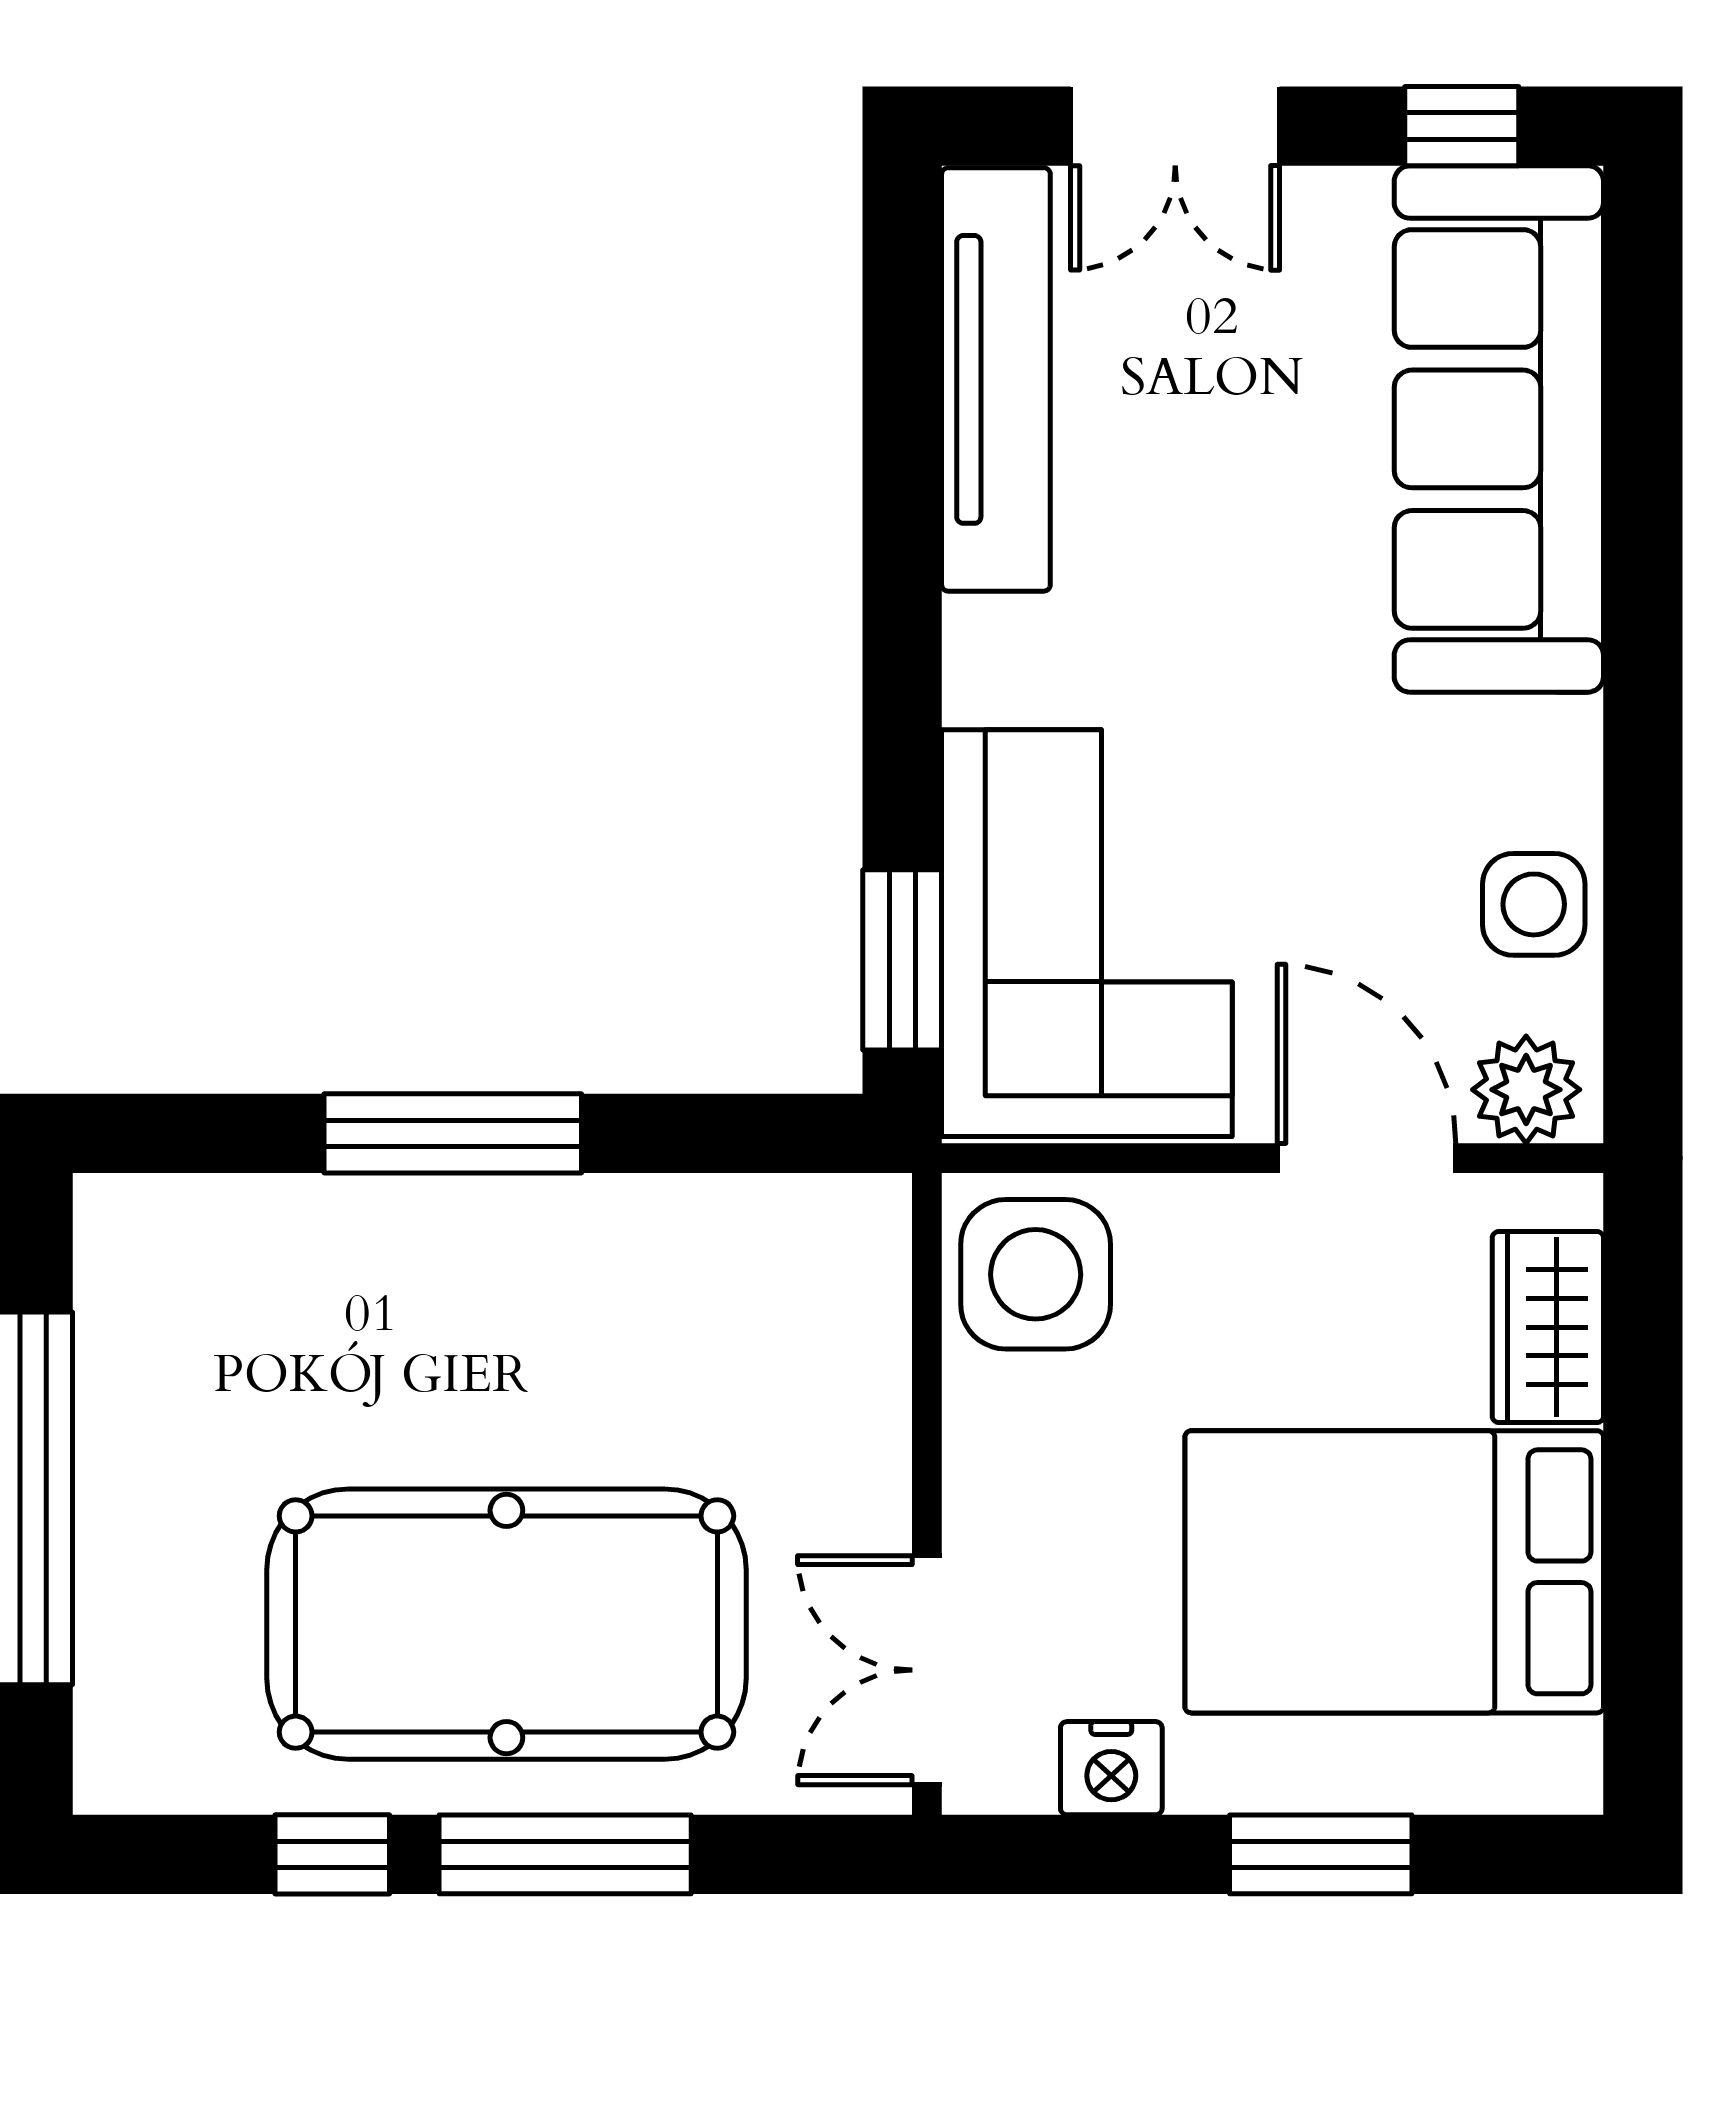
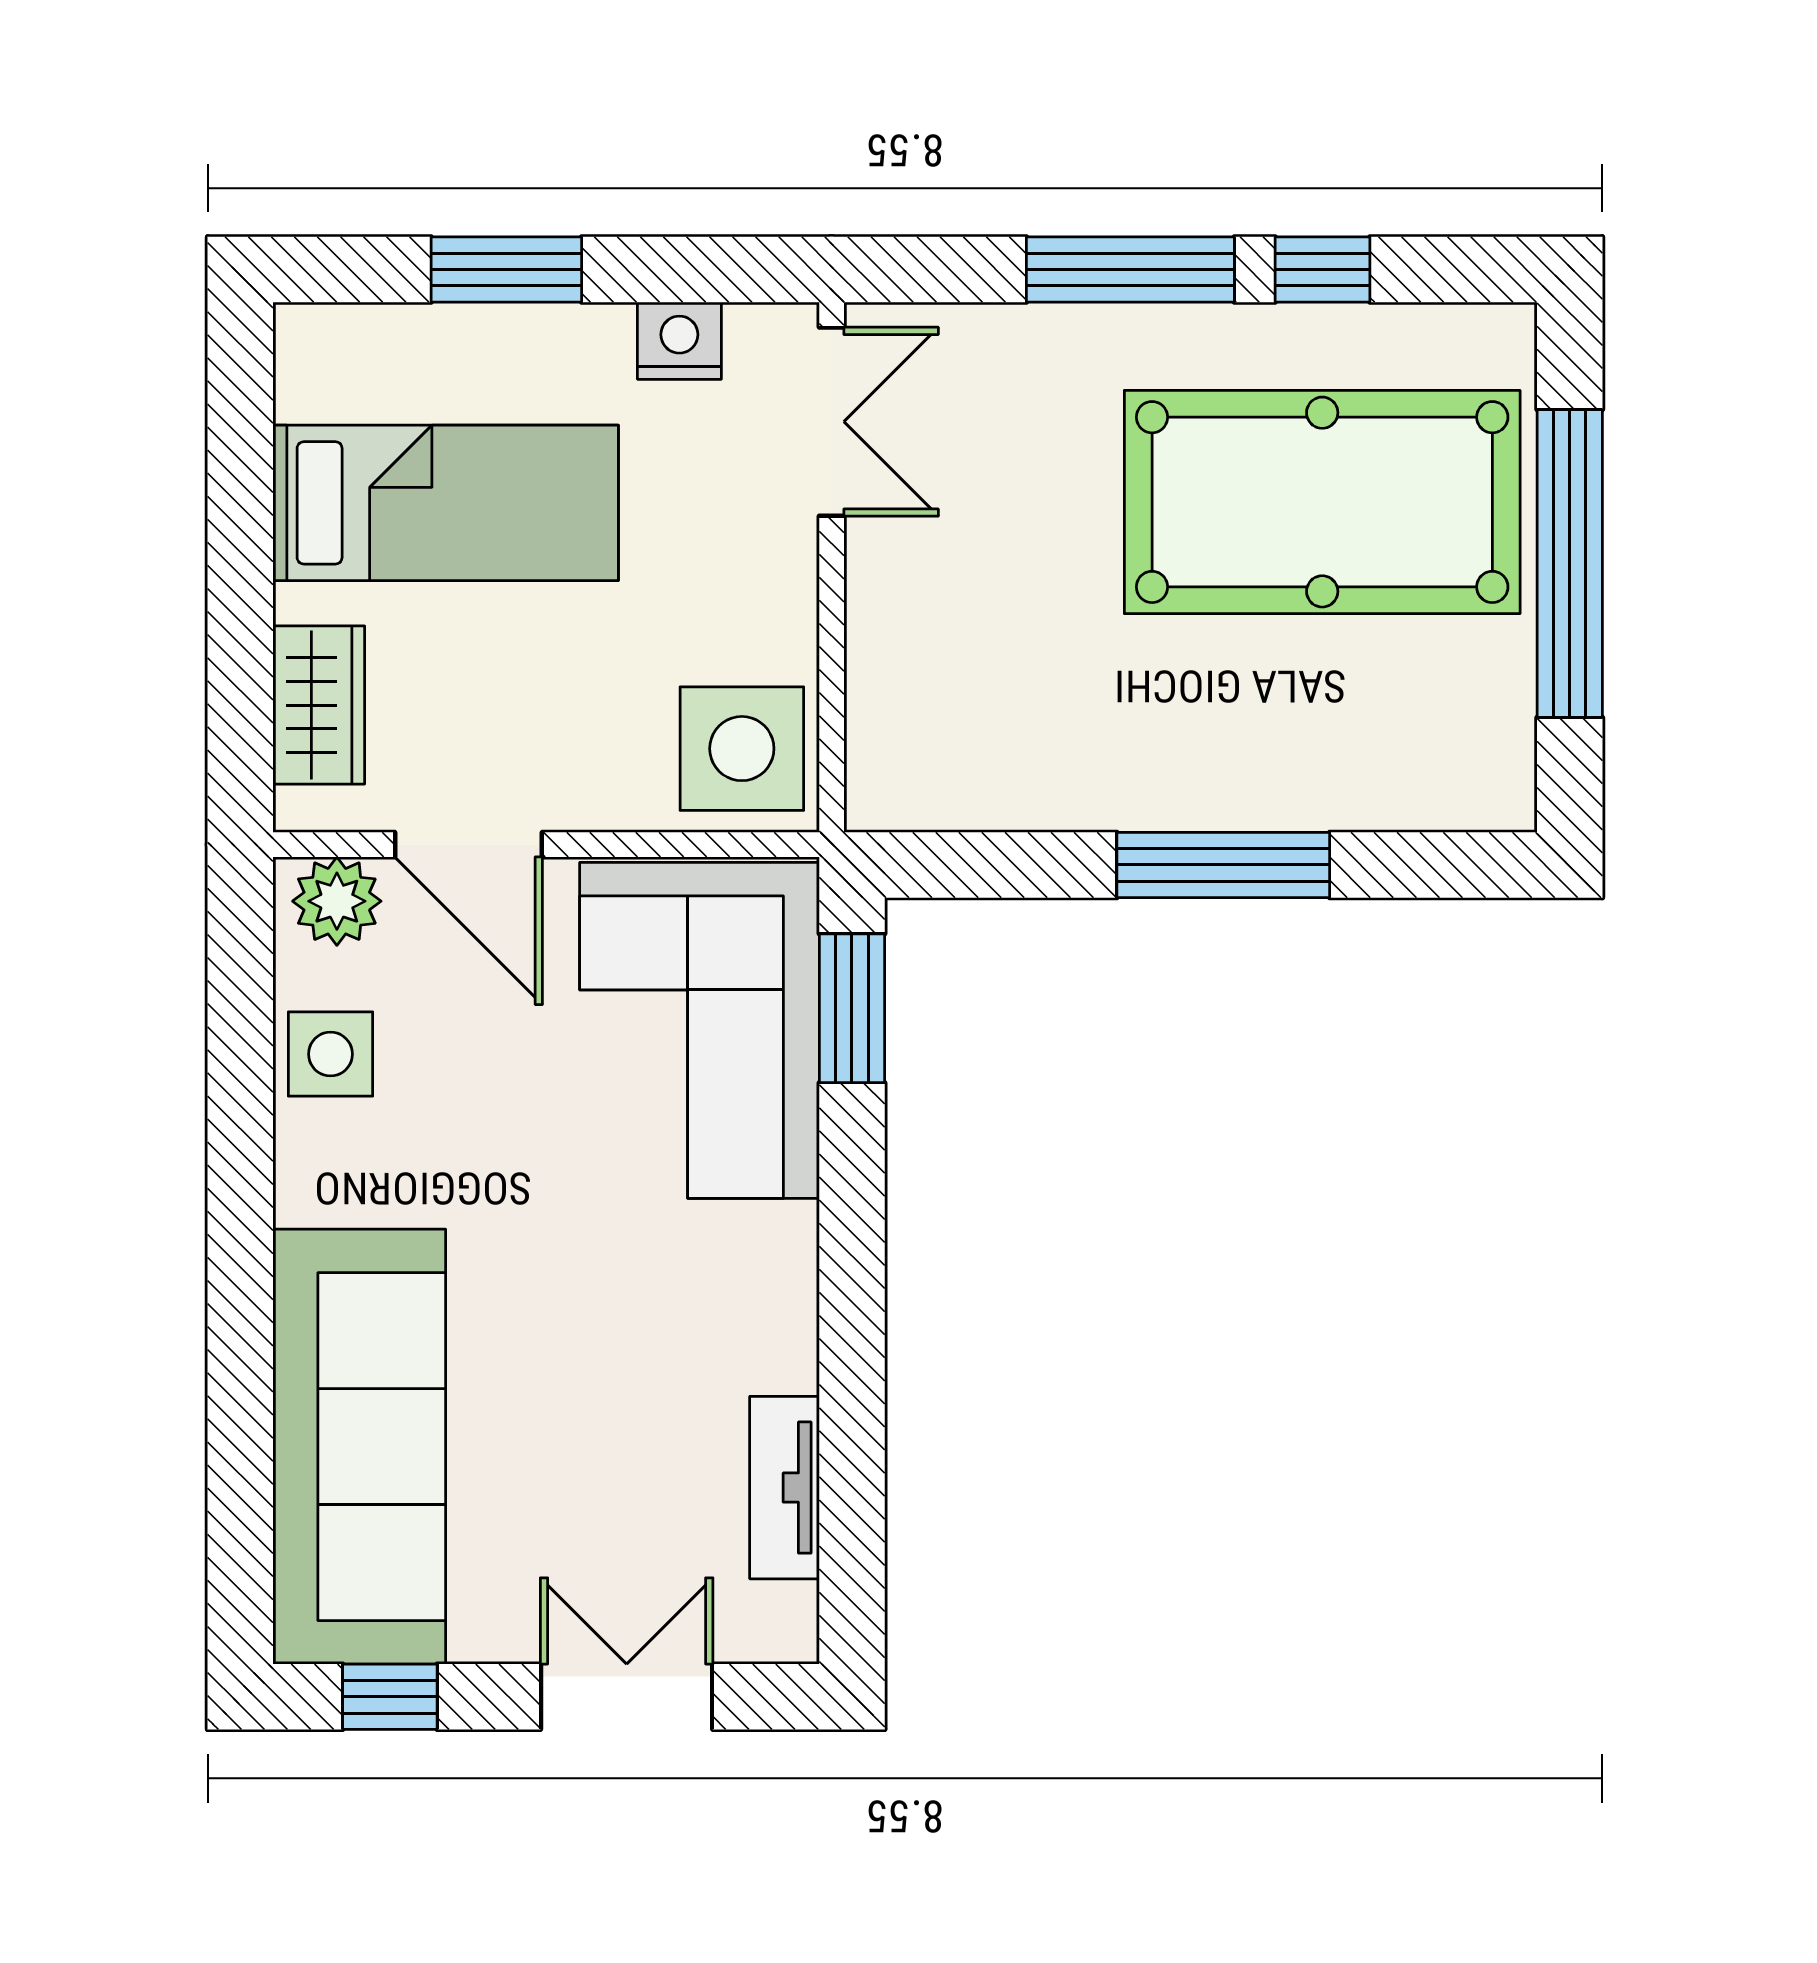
tv unit: (996, 379) -> (785, 1488), width x0.52, depth x0.78
bed: (1394, 1572) -> (446, 503), width x0.67
pool table: (506, 1624) -> (1322, 502), moved

